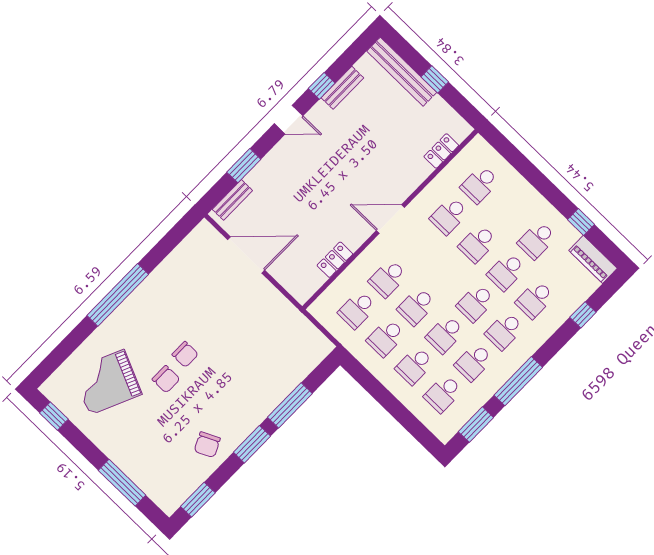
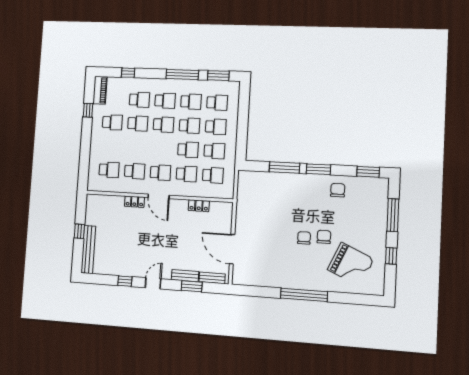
bench: (342, 88) -> (185, 276), moved
door: (289, 120) -> (153, 283), hinge flipped
locker: (441, 151) -> (134, 202), moved
school desk: (478, 244) -> (160, 173), moved
window: (54, 416) -> (391, 256), moved
chair: (207, 445) -> (338, 190), turned -64

